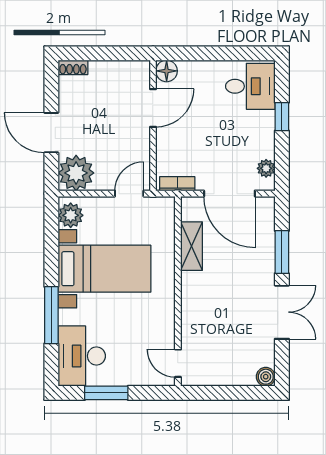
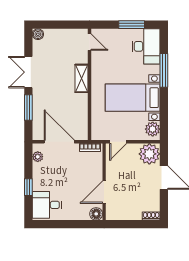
shelving: (192, 246) -> (81, 78), moved

